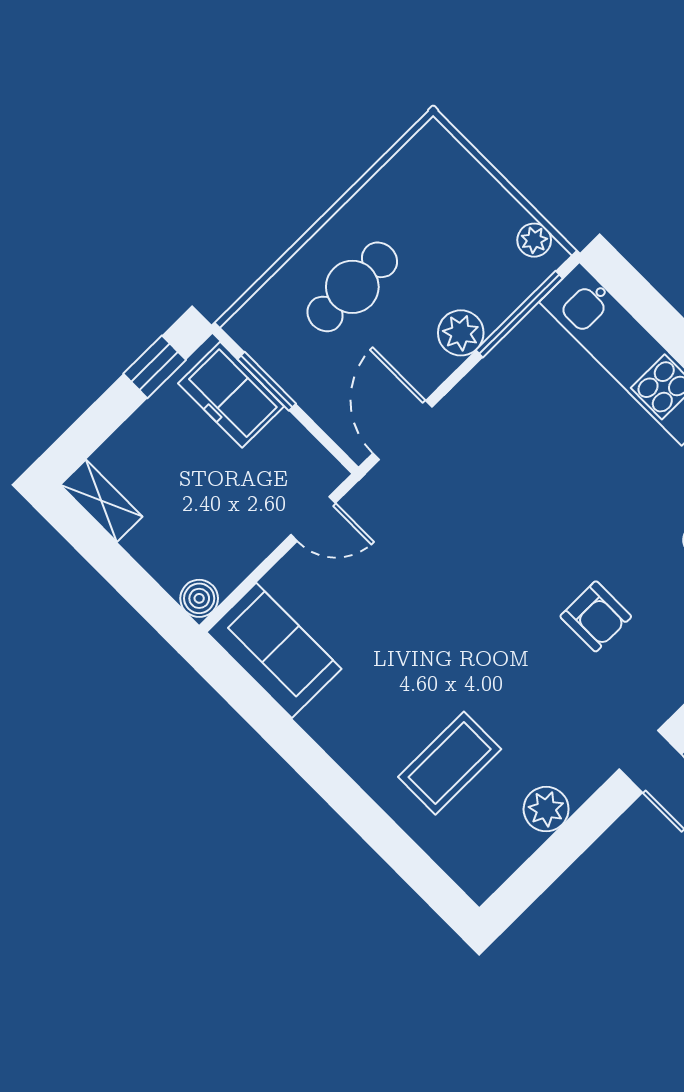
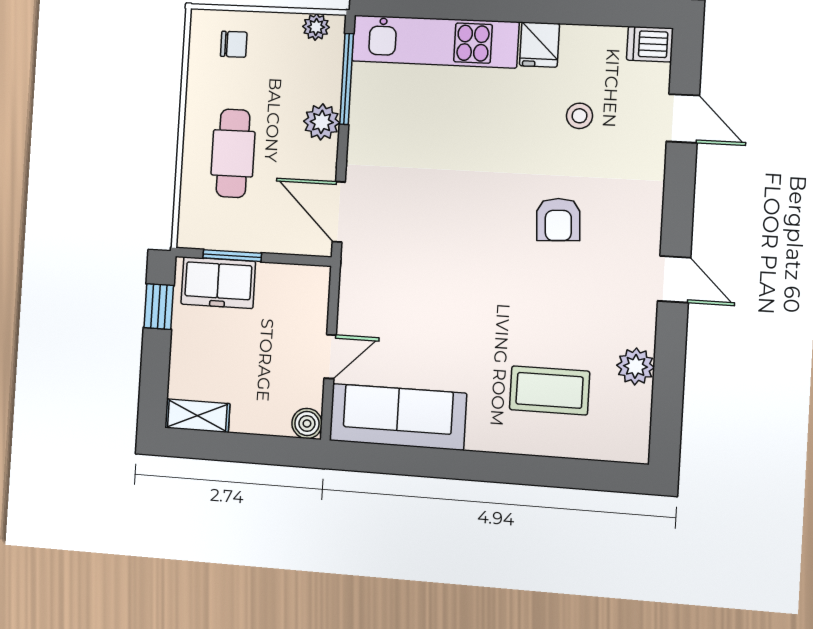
chair: (444, 186) -> (234, 44), added
door: (313, 519) -> (330, 357), moved
armchair: (596, 616) -> (558, 220), turned 87
sofa: (274, 650) -> (398, 417), width x1.36
coffee table: (450, 763) -> (550, 390), turned 90

